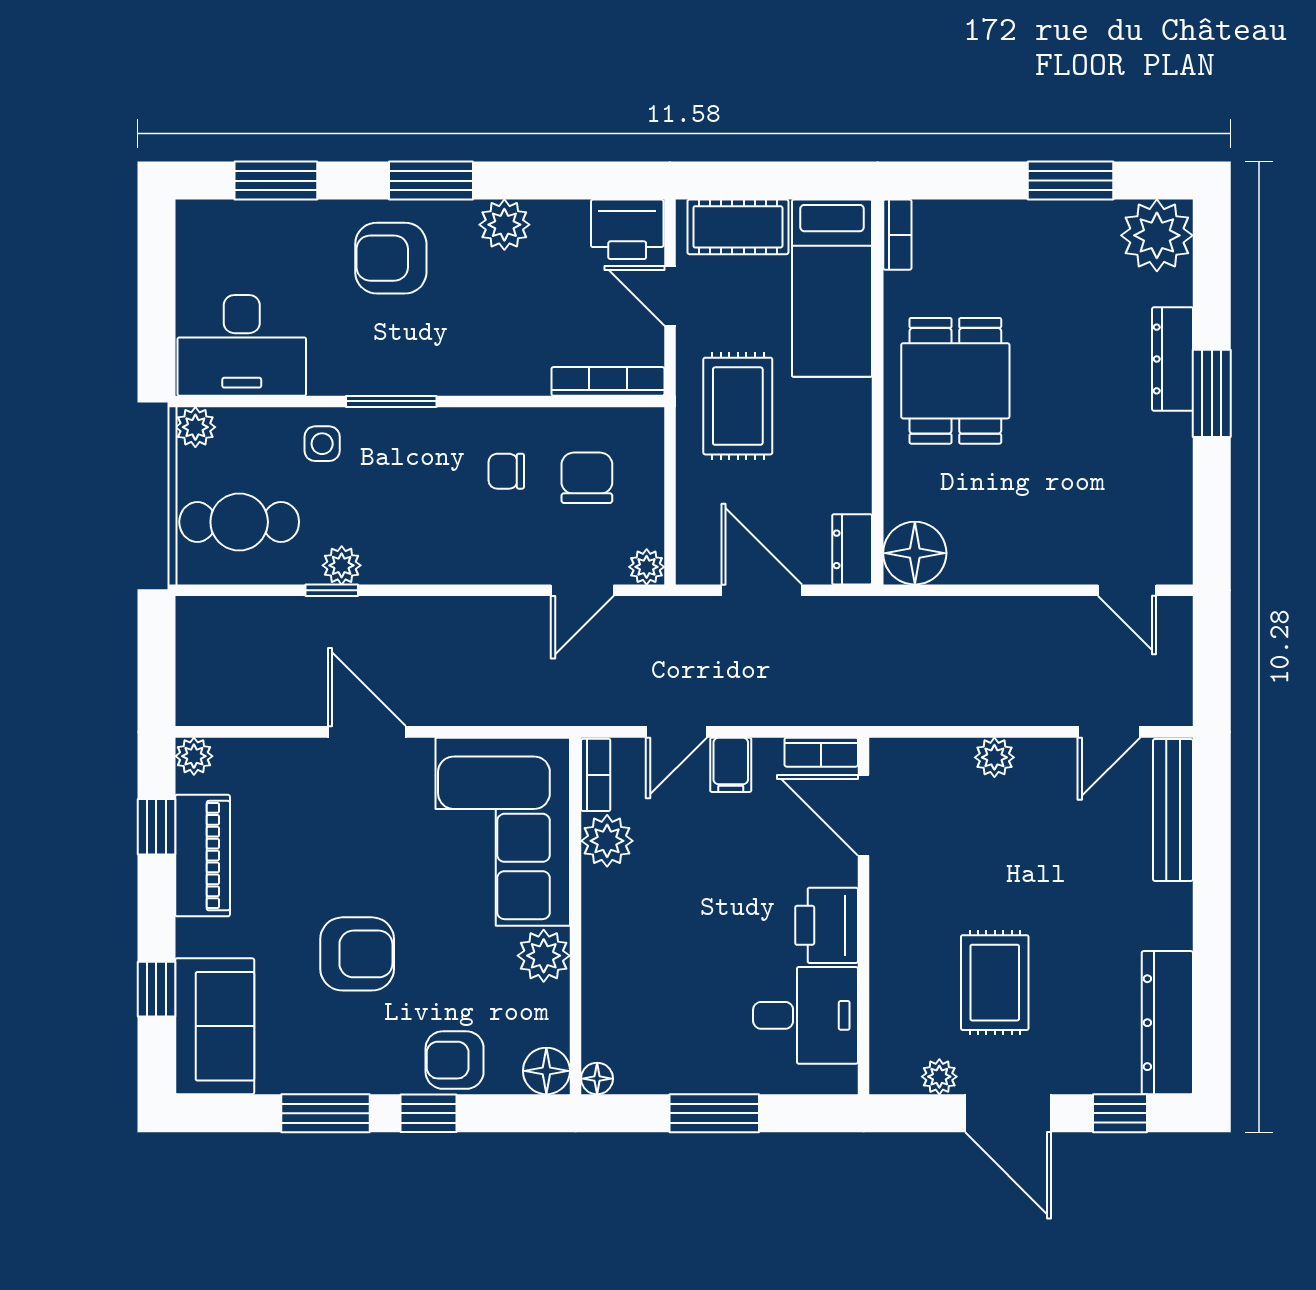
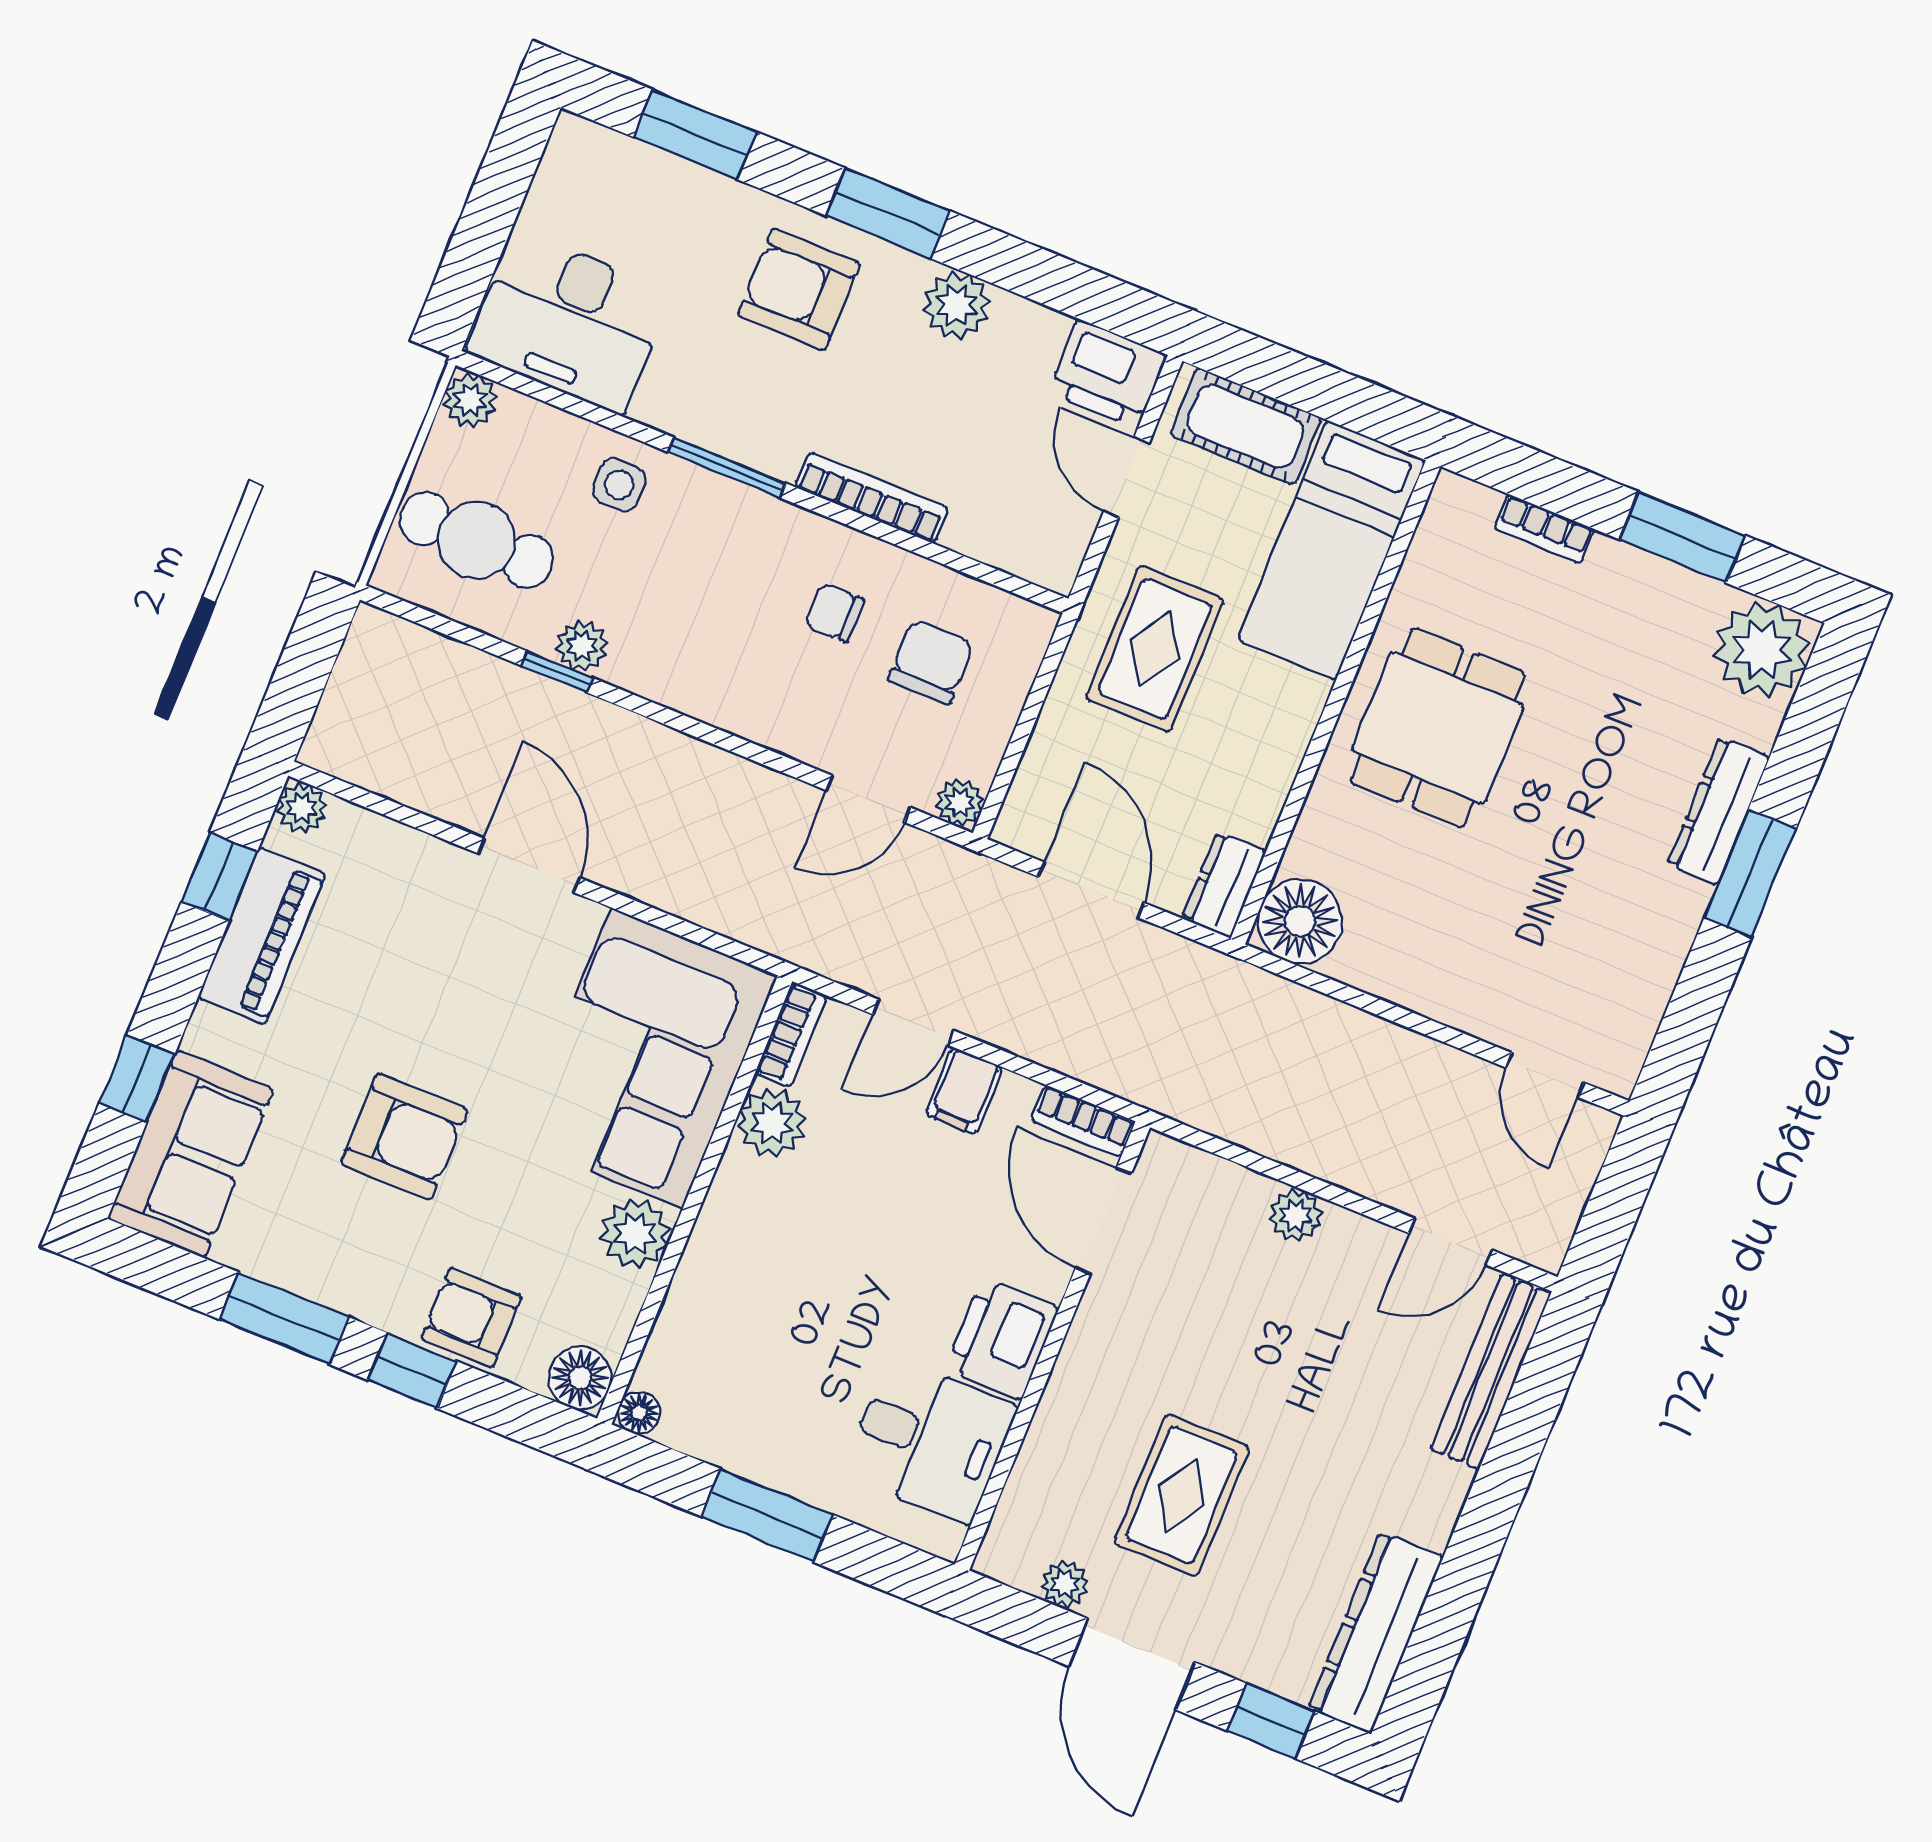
bookcase: (897, 235) -> (1544, 529), moved, turned 90
bookcase: (608, 381) -> (872, 498), moved

